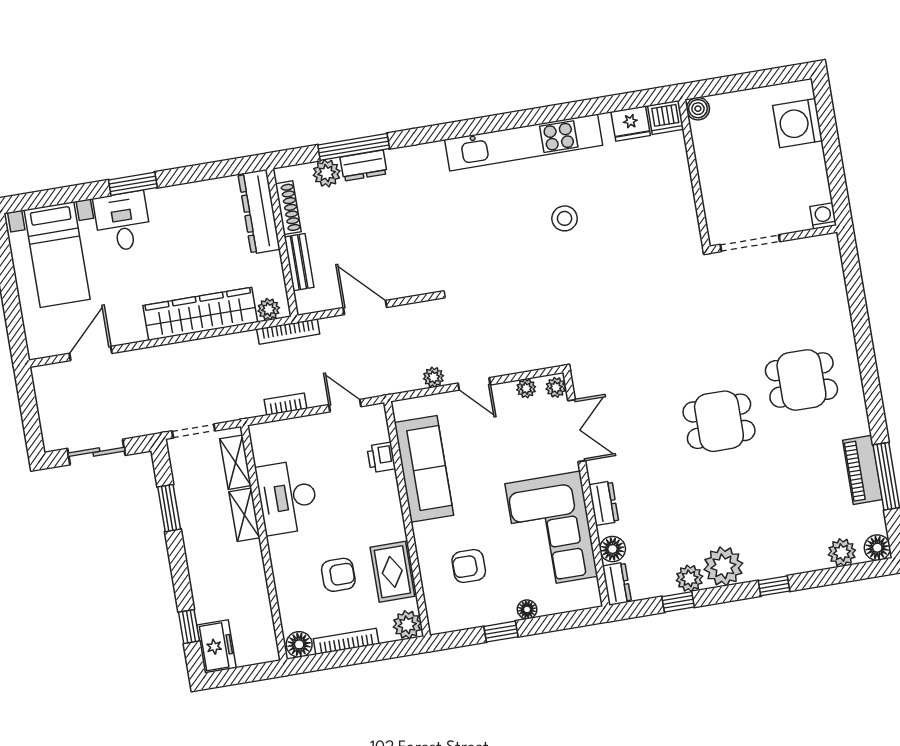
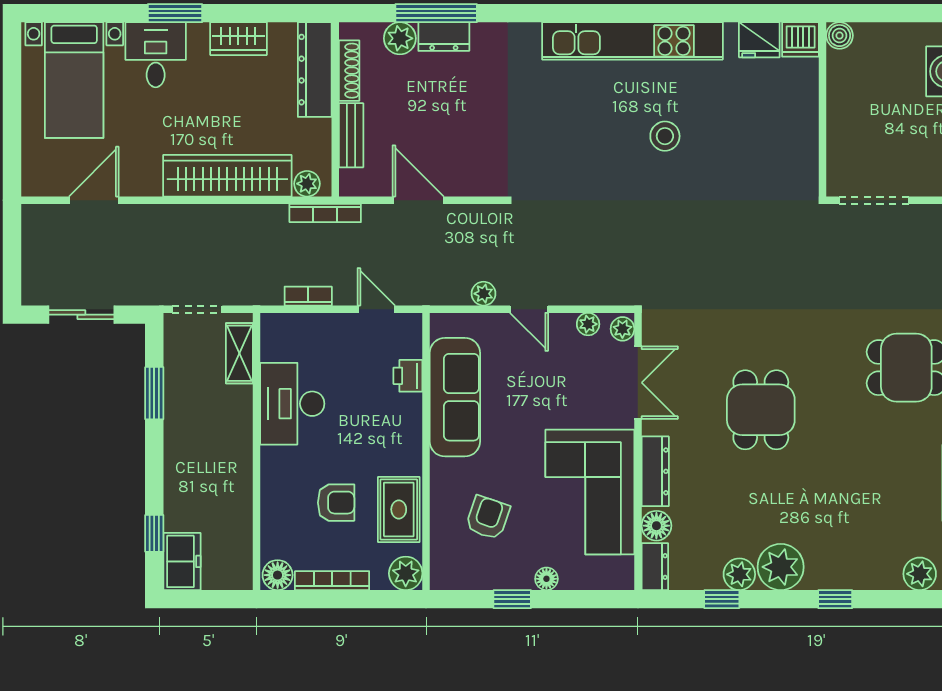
wardrobe: (190, 196) -> (238, 39), added
dining table: (719, 421) -> (761, 410), moved, turned 90
dresser: (604, 503) -> (655, 471), width x1.44
shelving: (244, 515) -> (240, 415), removed
armchair: (469, 566) -> (488, 518), turned 109

